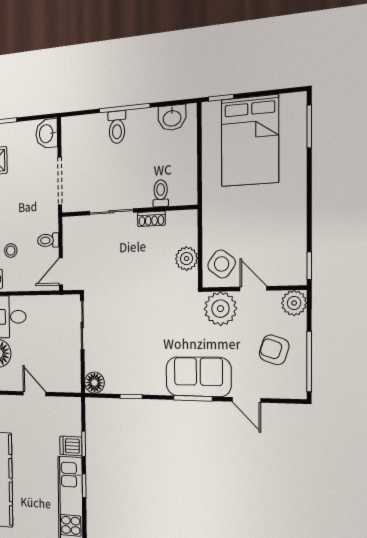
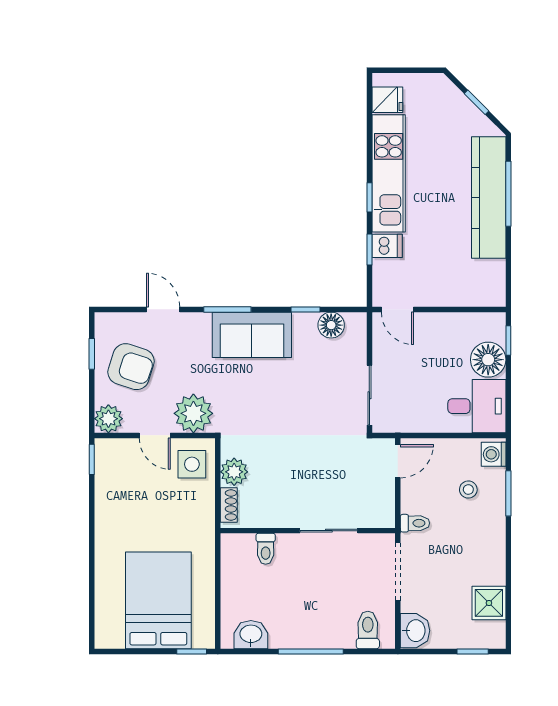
window: (309, 126) -> (92, 610), removed
toilet: (117, 127) -> (368, 630), moved
shoe rack: (151, 219) -> (229, 505), moved, turned 90
toilet: (48, 240) -> (415, 523), moved
side table: (222, 264) -> (192, 464), turned -36
armchair: (274, 350) -> (131, 367), width x1.38, depth x1.38
window: (309, 362) -> (92, 354), width x0.46
sofa: (198, 377) -> (252, 335), moved
floor lamp: (94, 383) -> (331, 325), moved
door: (34, 394) -> (397, 309), moved

